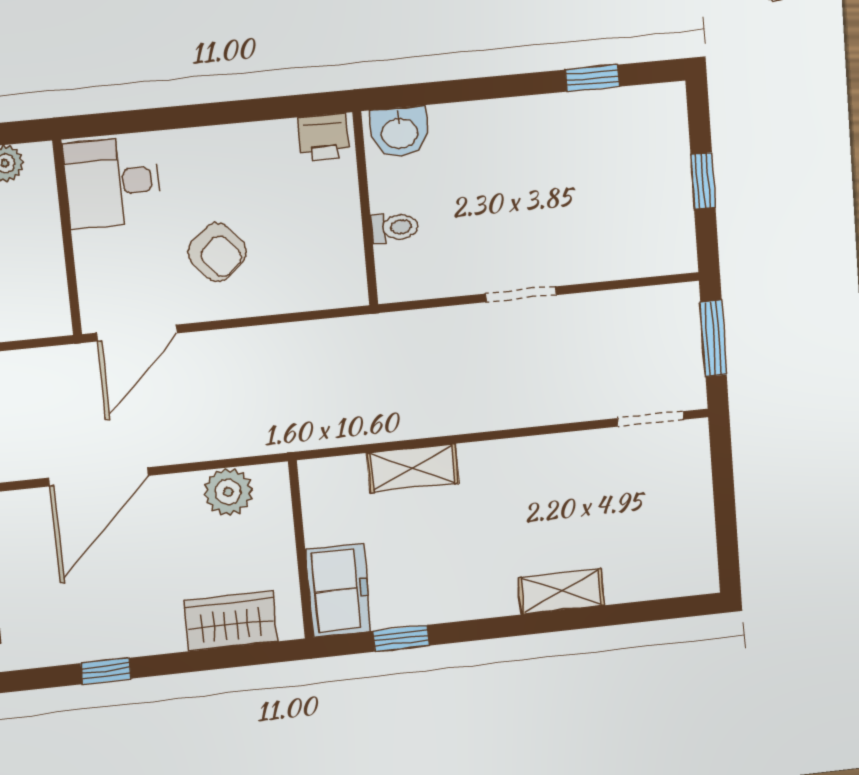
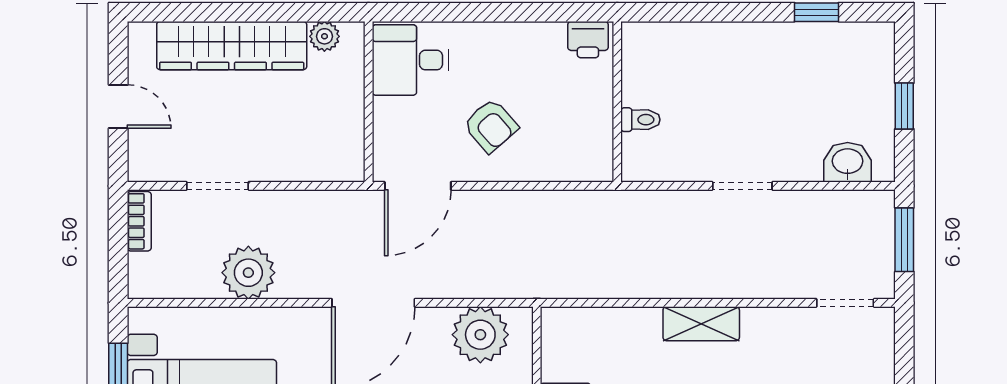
washbasin: (400, 132) -> (848, 162), moved, turned 180
shelving: (413, 468) -> (701, 324), moved
plant: (228, 492) -> (480, 335), width x1.36, depth x1.36

